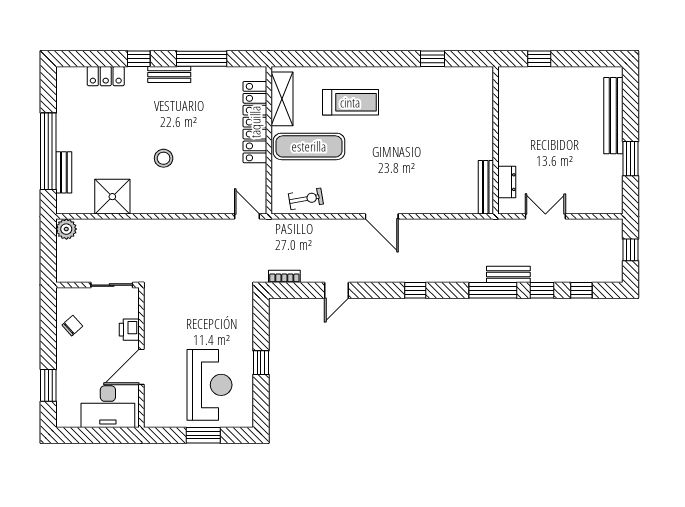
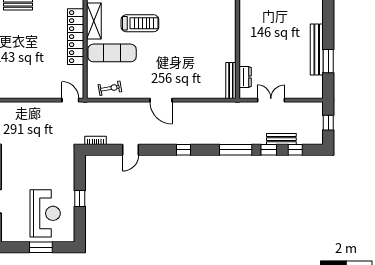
bench: (613, 116) -> (317, 49), moved
stool: (164, 158) -> (14, 61), removed
bench: (508, 274) -> (281, 139), moved

